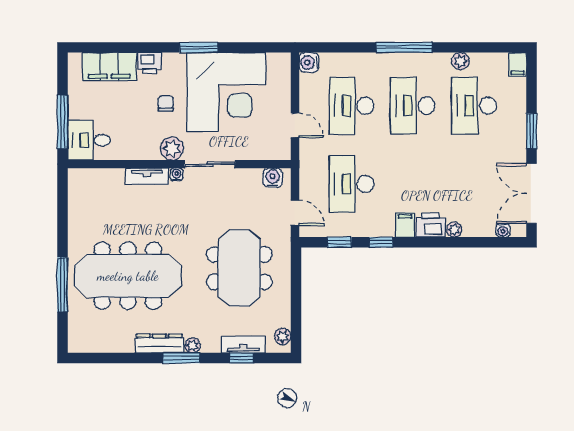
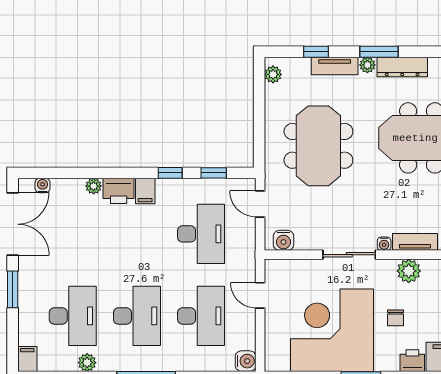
plant: (172, 149) -> (409, 271), moved
tv unit: (243, 345) -> (335, 66), moved

